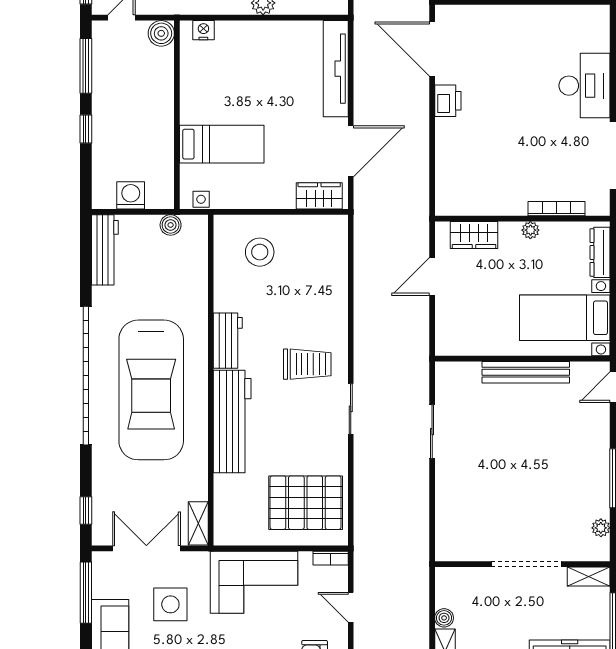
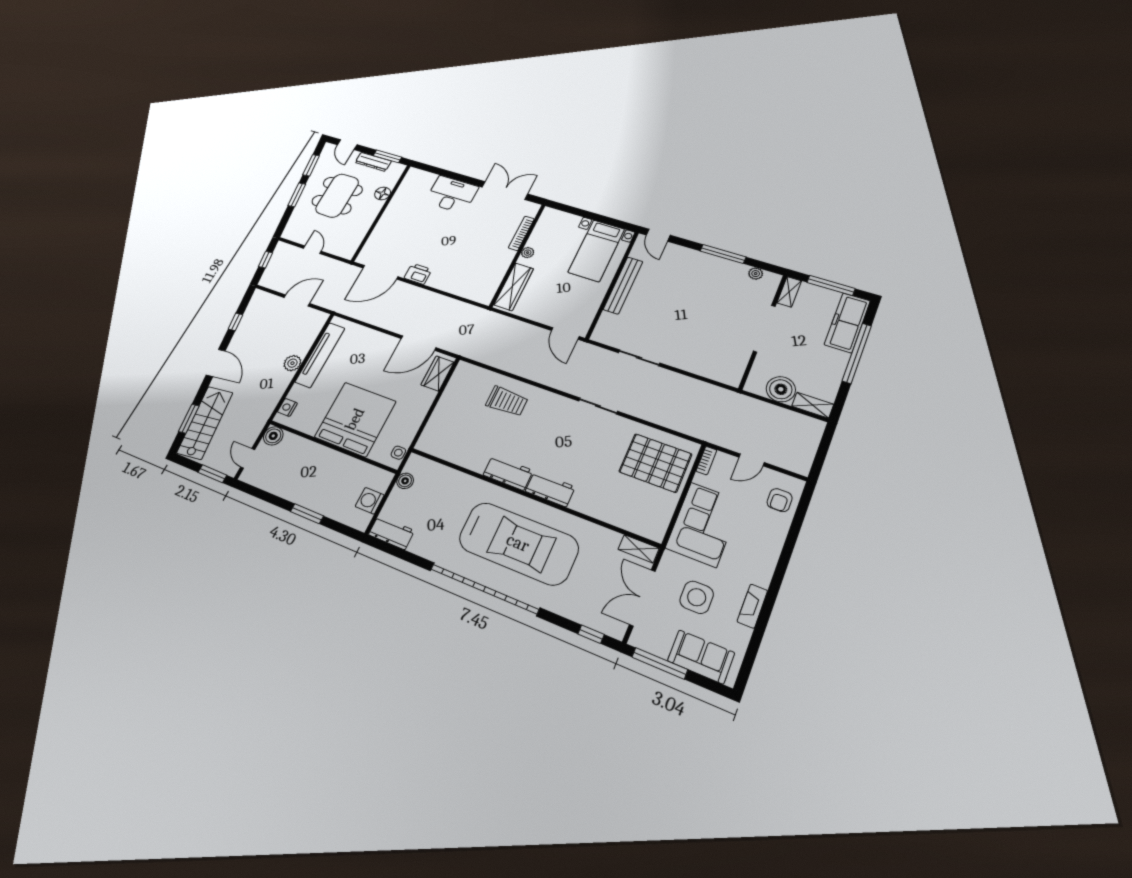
window: (86, 66) -> (265, 496), removed
tv unit: (336, 69) -> (320, 355), moved, turned -90
window: (86, 129) -> (307, 514), width x1.50
bed: (222, 144) -> (355, 419), width x2.04
door: (351, 151) -> (419, 343), swing flipped
wardrobe: (474, 235) -> (514, 287), width x1.50
workbench: (105, 250) -> (391, 533), width x0.73
stool: (260, 252) -> (456, 427), removed
dresser: (600, 252) -> (563, 217), removed
door: (432, 276) -> (565, 333), moved
trolley: (307, 364) -> (507, 401), moved, turned 90
workbench: (232, 422) -> (550, 489), width x0.53, depth x0.76
pallet: (306, 503) -> (655, 463), turned 90
boiler: (444, 618) -> (781, 389), width x1.86, depth x1.86

